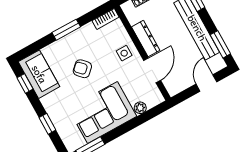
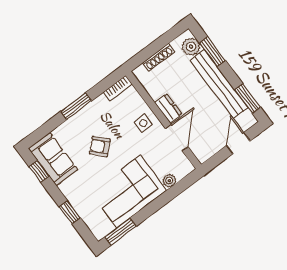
dresser: (146, 39) -> (168, 108), width x0.70

